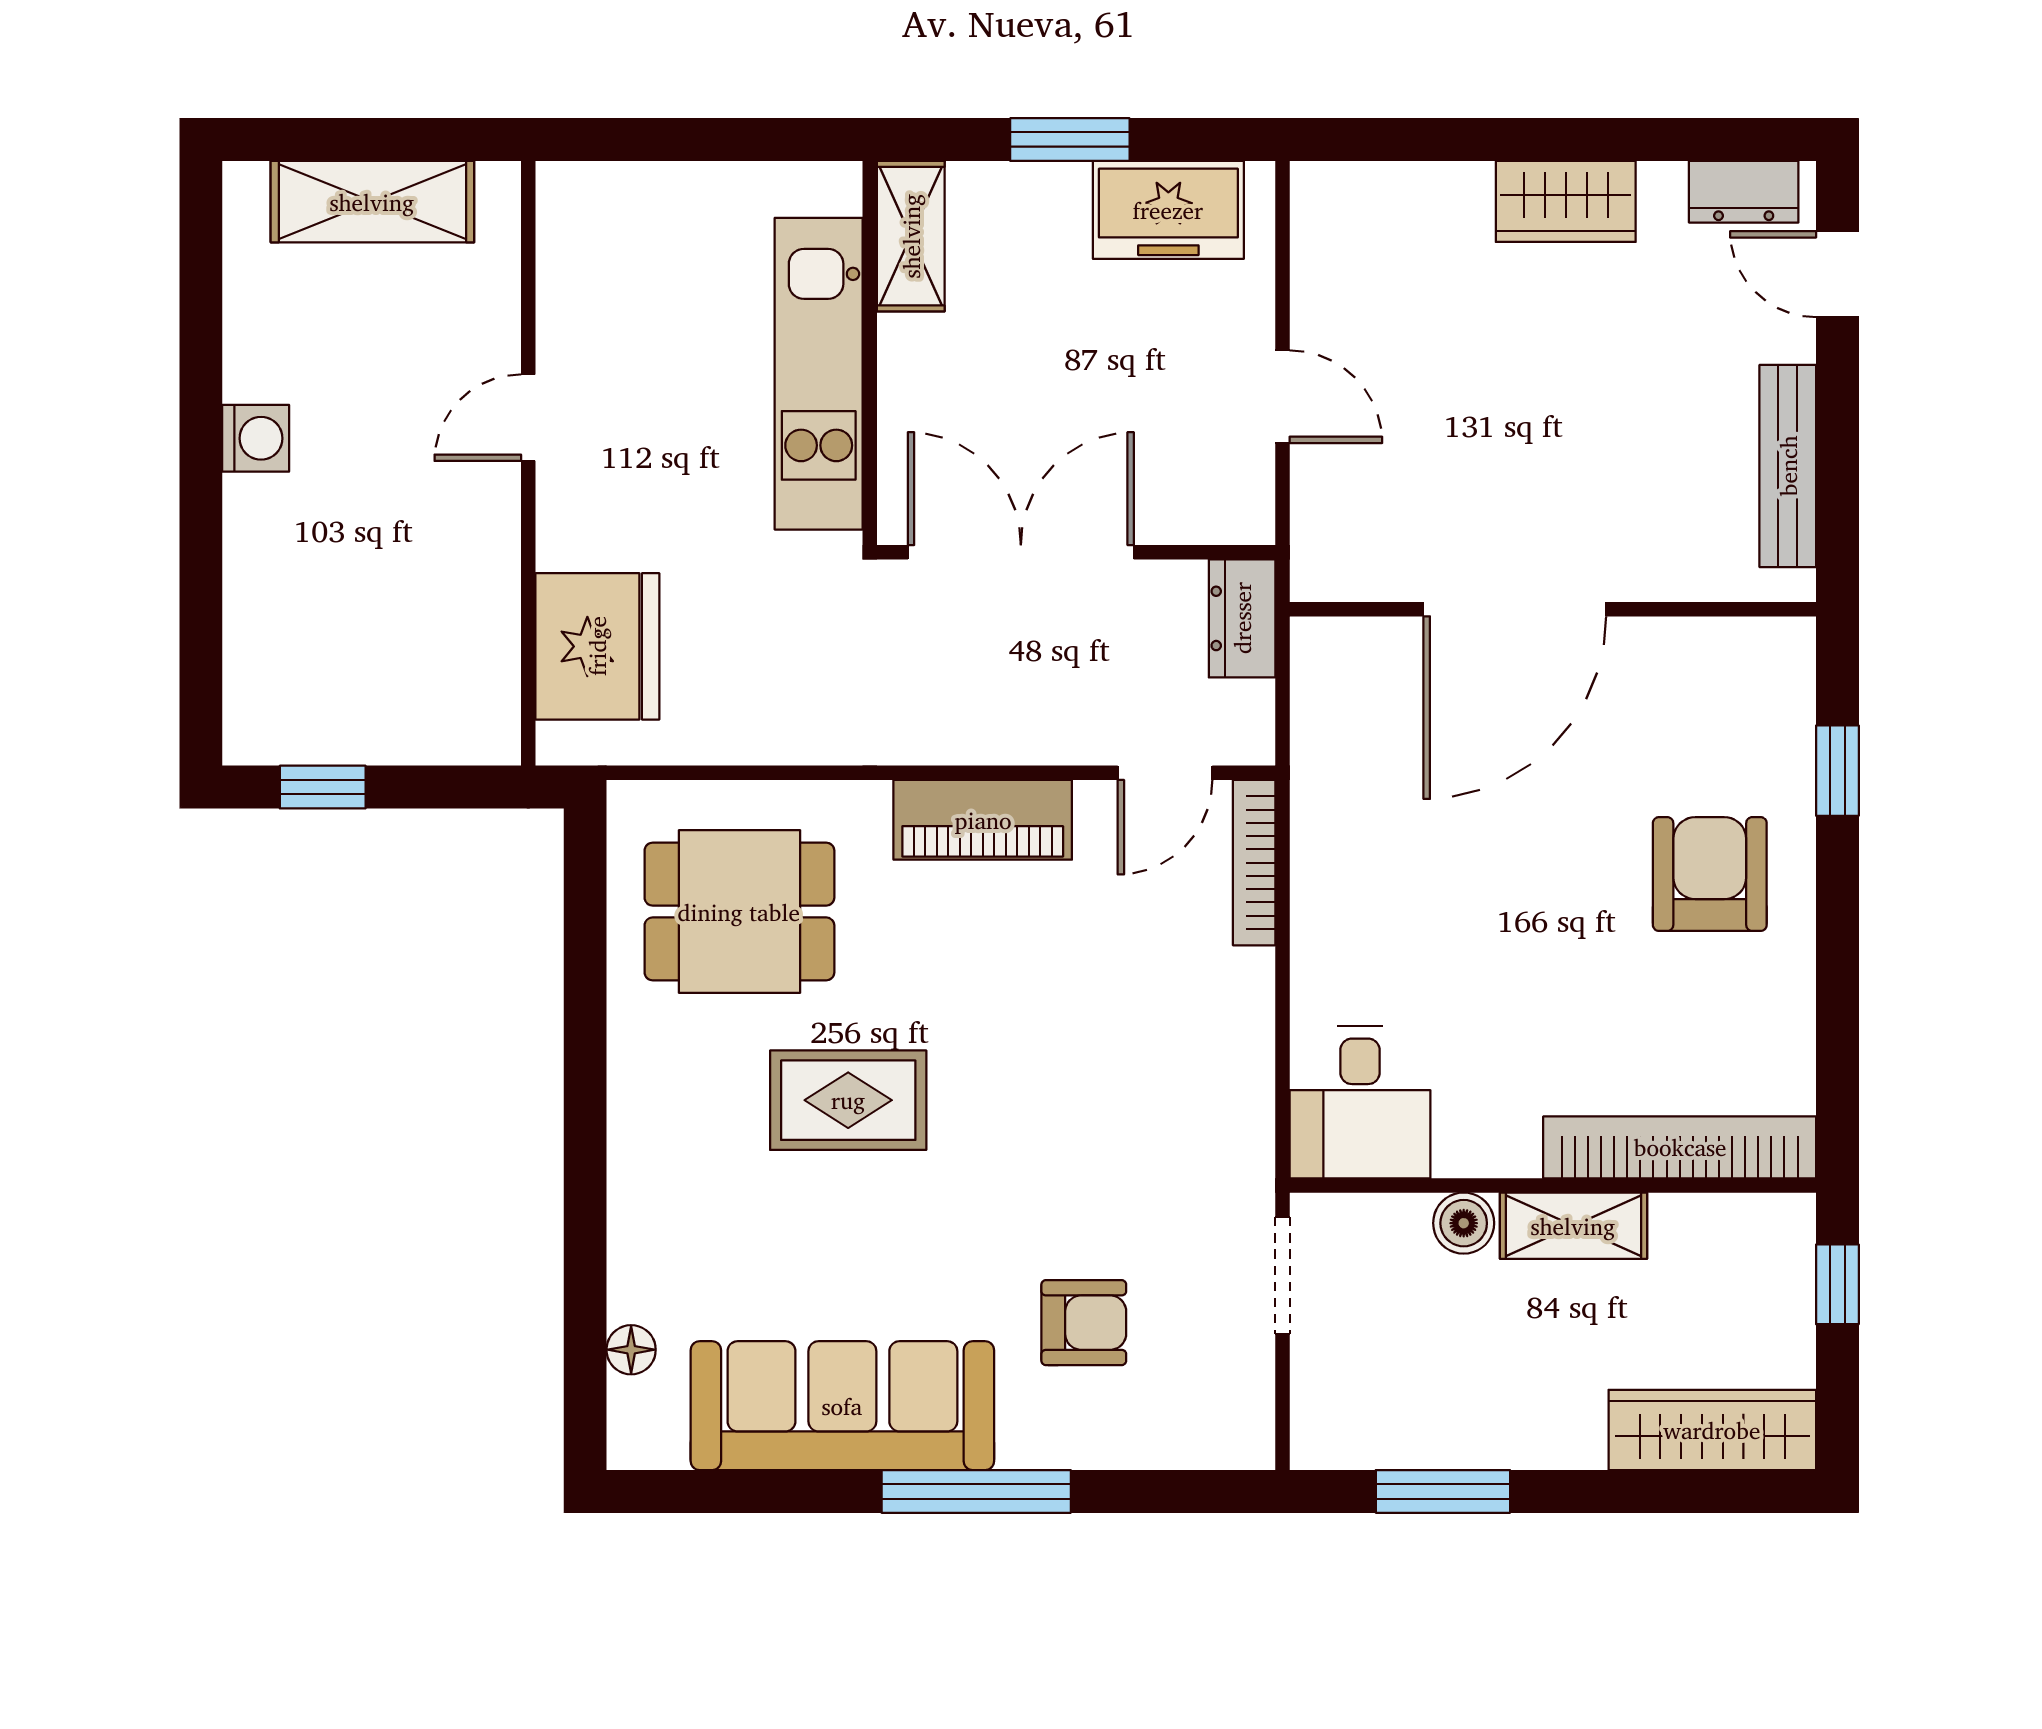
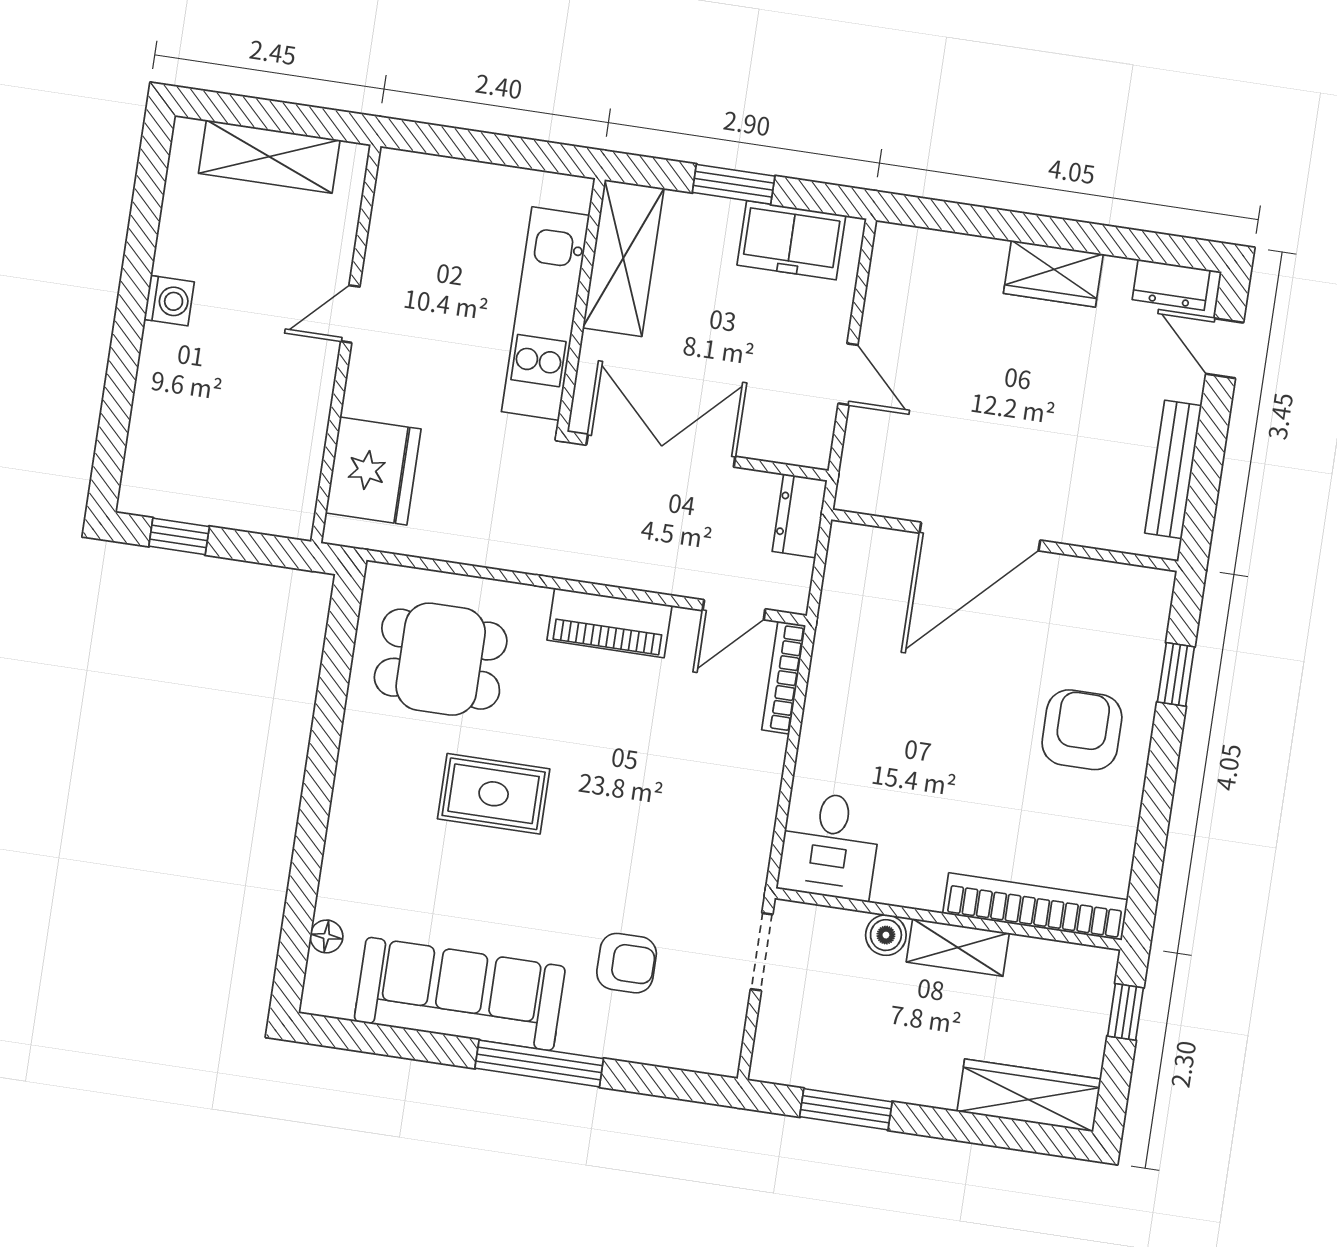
shelving: (911, 236) -> (623, 258), width x1.50, depth x1.33

